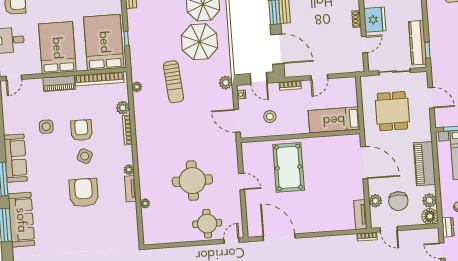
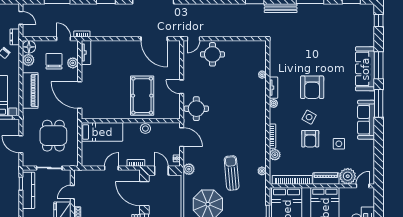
plant: (33, 88) -> (348, 176), added
stool: (270, 117) -> (145, 129), moved
round table: (192, 181) -> (196, 109), moved, width x0.73, depth x0.73

